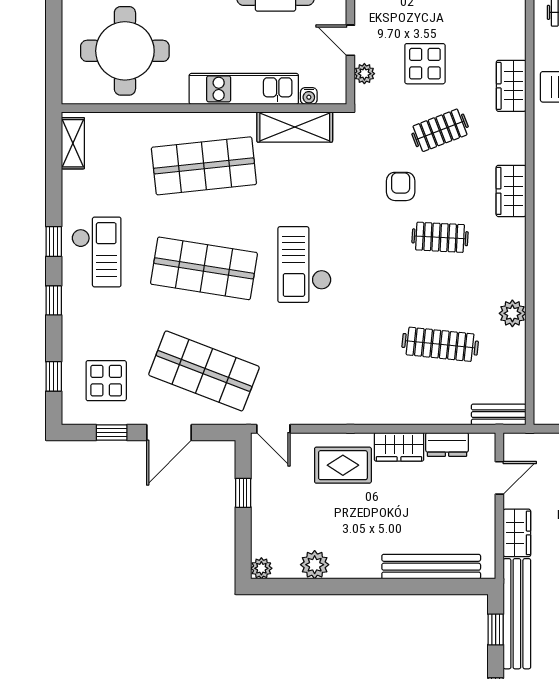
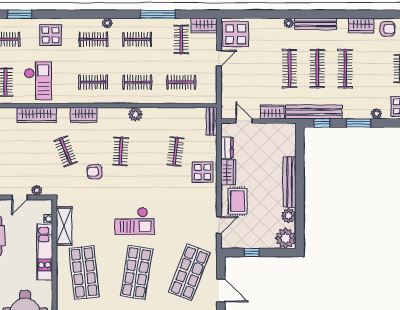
display table: (425, 64) -> (203, 172), moved
wardrobe: (511, 86) -> (36, 115), width x1.50
wardrobe: (511, 191) -> (84, 115), moved
plant: (512, 313) -> (135, 114), moved
clothes rail: (440, 344) -> (176, 151), width x0.73
door: (273, 429) -> (219, 225), moved
bench: (431, 567) -> (290, 182), moved
plant: (261, 568) -> (286, 238), width x1.87, depth x1.87

